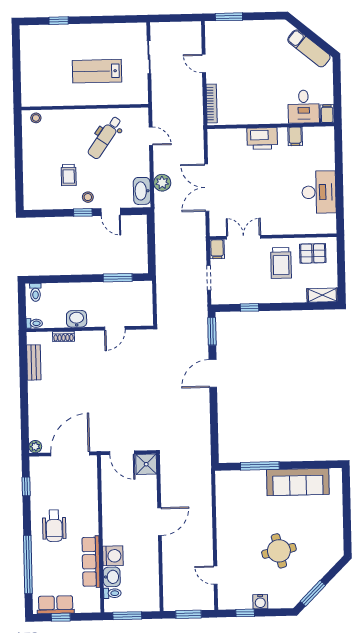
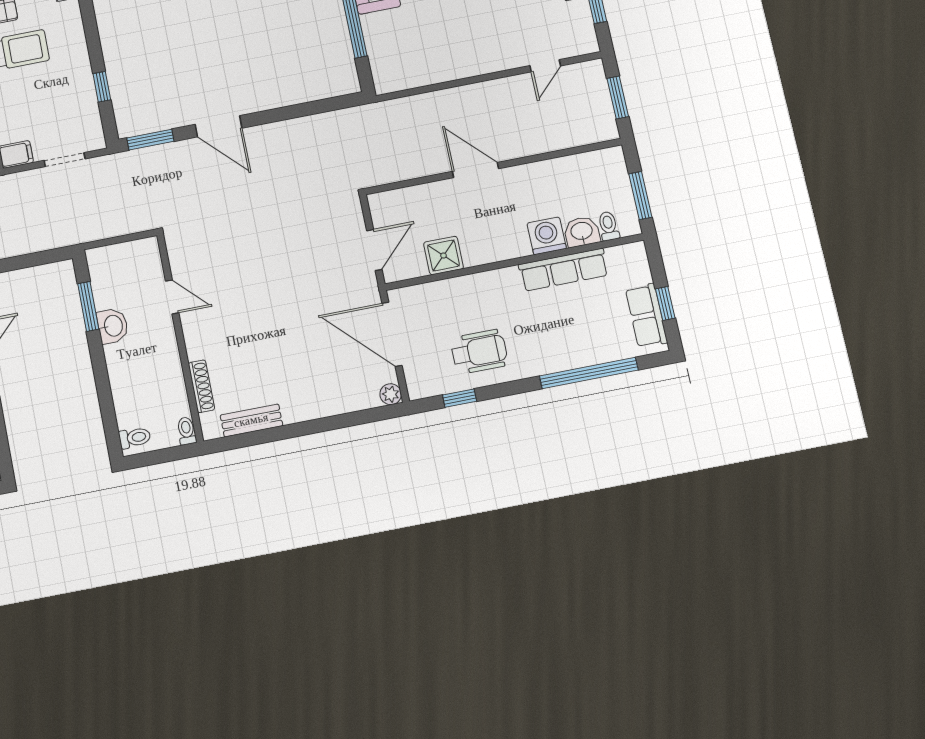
washbasin: (77, 319) -> (113, 326), moved, turned 180
shoe rack: (63, 337) -> (201, 386), width x1.43
shower: (146, 464) -> (443, 256), moved
wheelchair: (54, 526) -> (479, 352), moved

